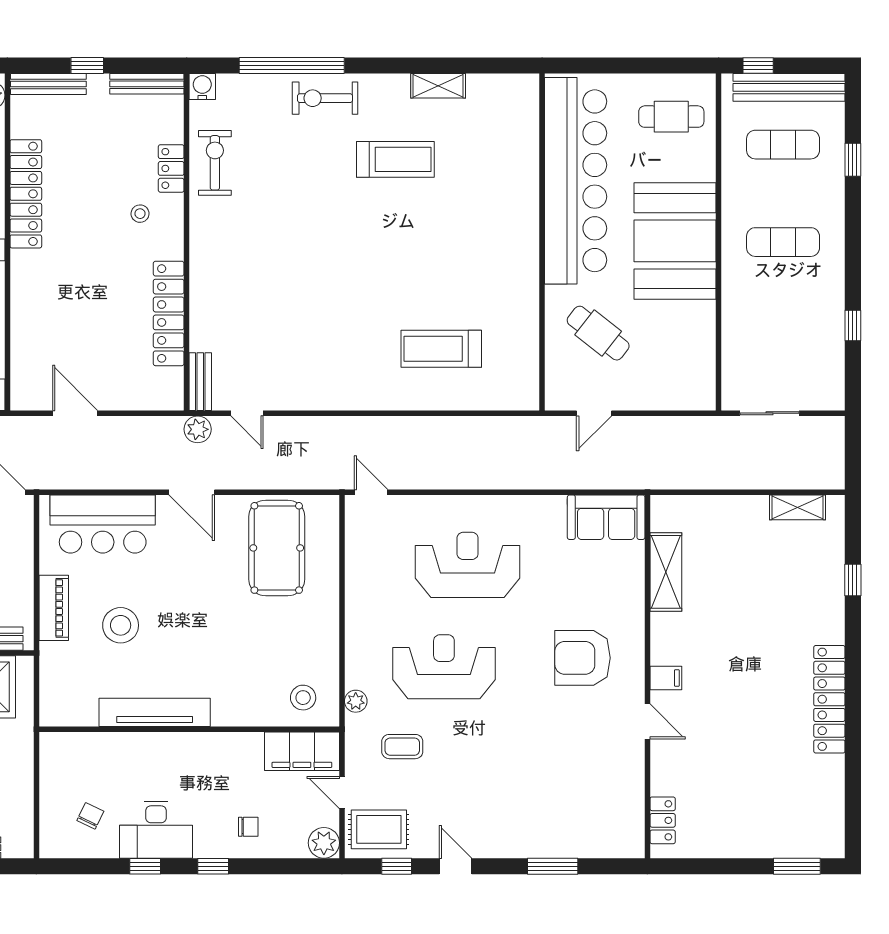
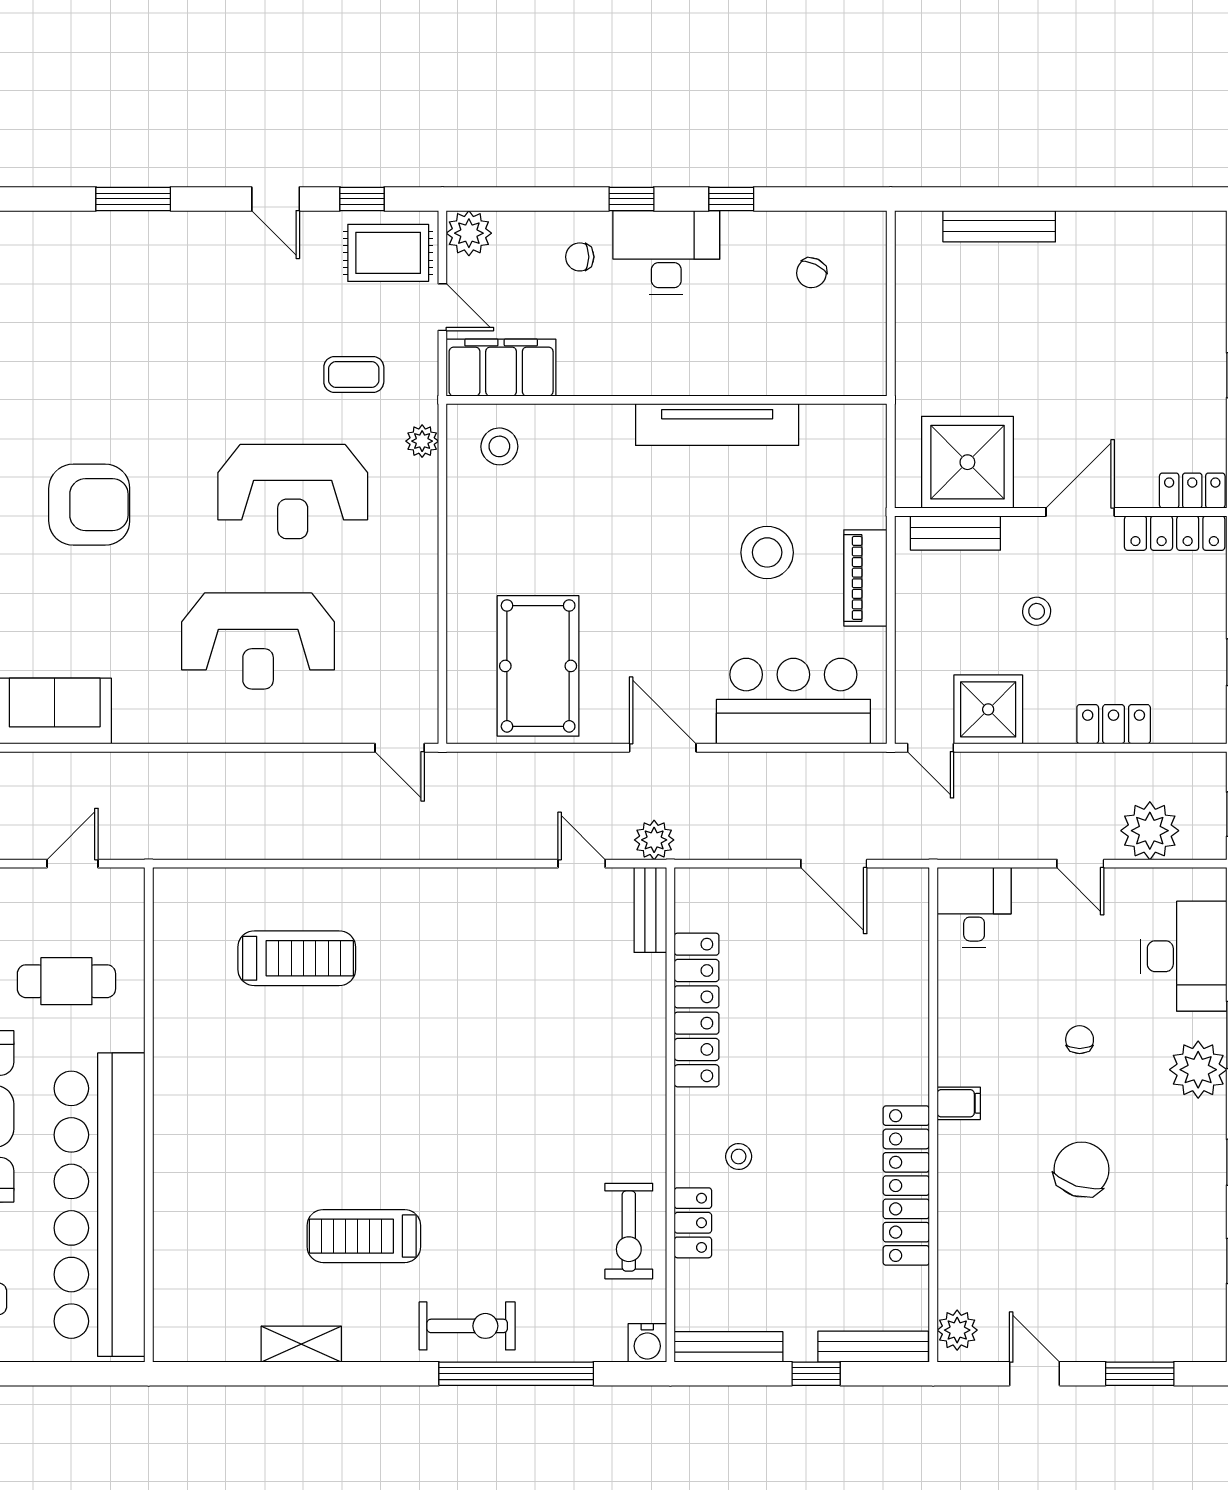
cafe table: (598, 333) -> (66, 981), turned -38
desk: (156, 830) -> (666, 252), moved

